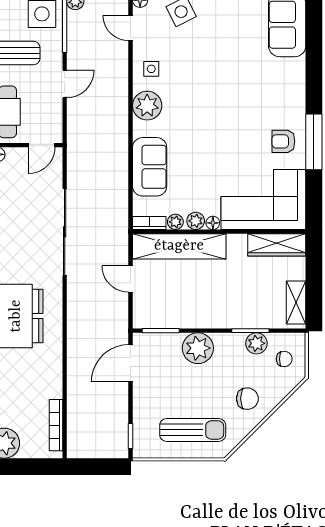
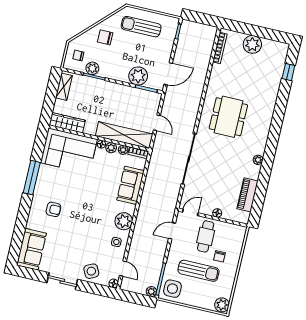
door: (65, 84) -> (172, 231), moved
armchair: (283, 141) -> (53, 209), moved
plant: (198, 348) -> (138, 76), moved

